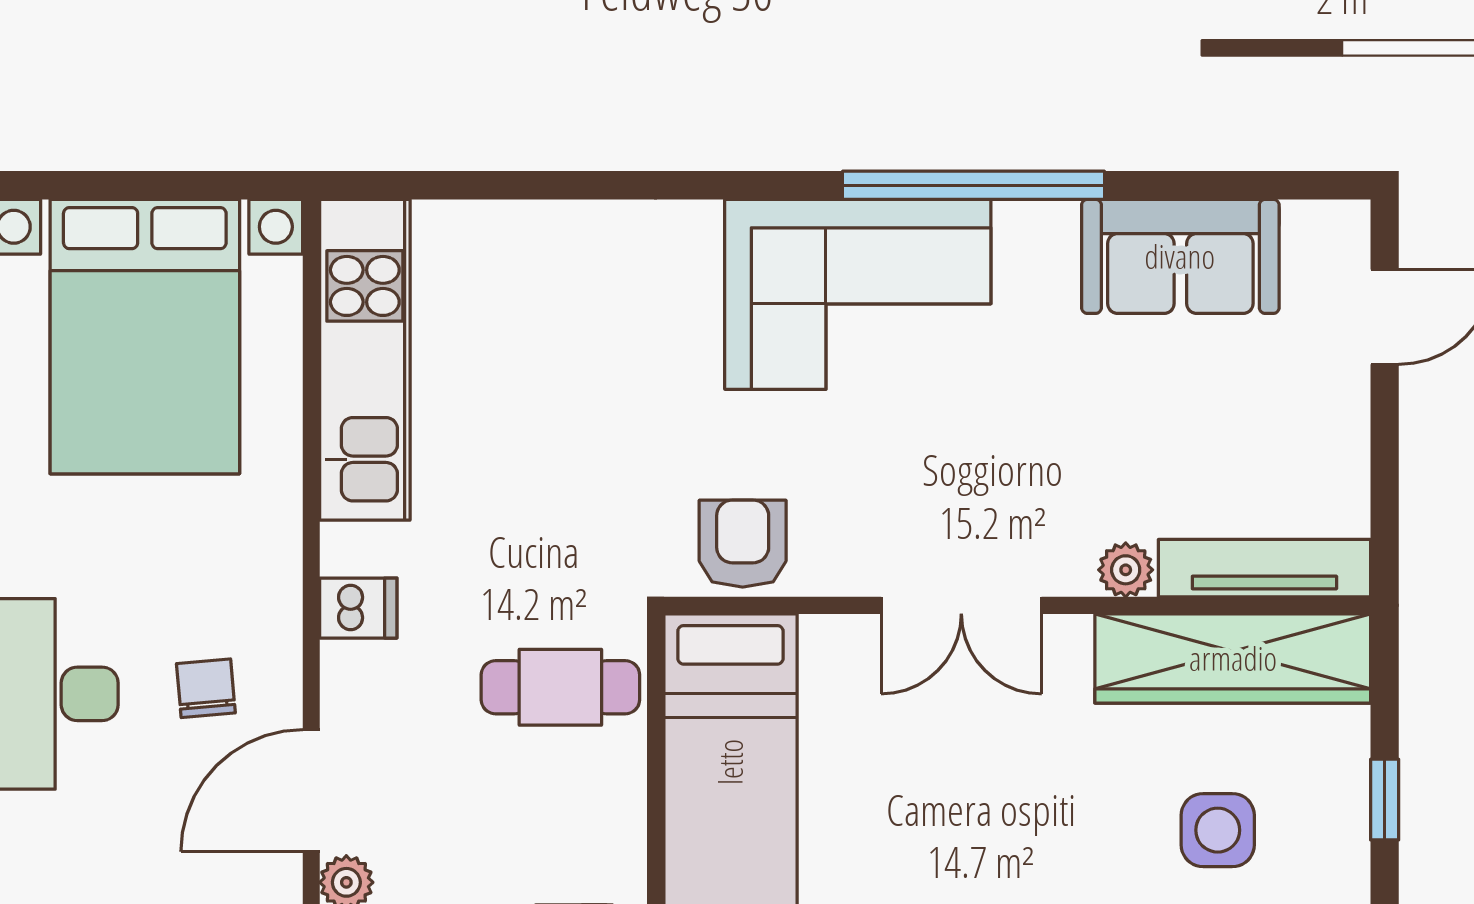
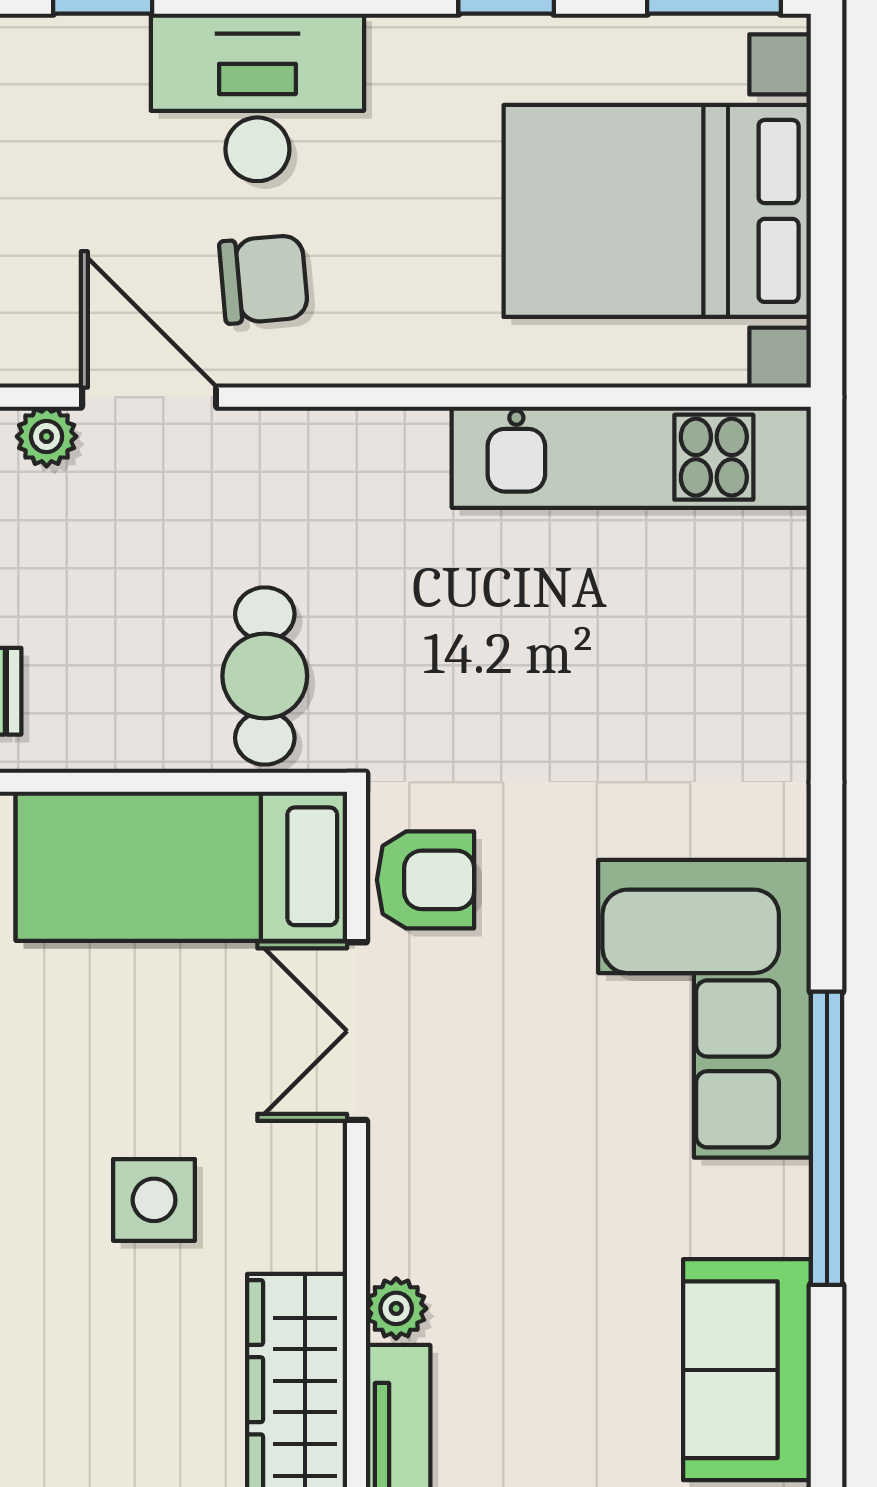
double door: (961, 605) -> (356, 1031), moved
dishwasher: (358, 608) -> (353, 450), removed
chair: (206, 688) -> (264, 279), width x1.37, depth x1.37
side table: (1218, 830) -> (154, 1200), moved

